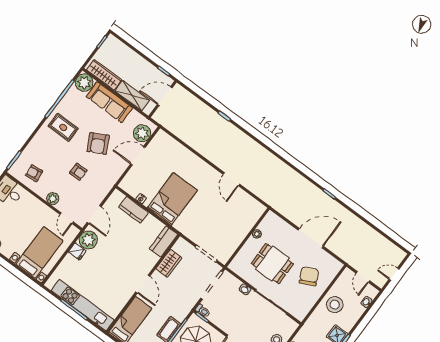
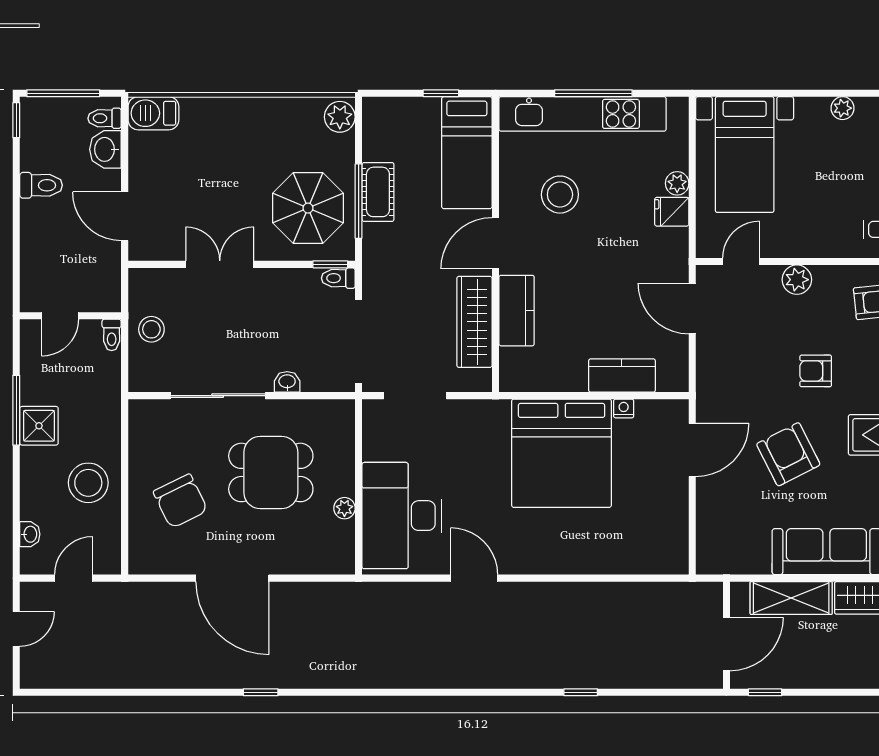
plant: (142, 133) -> (717, 538), removed
door: (138, 156) -> (692, 450), moved
armchair: (78, 172) -> (816, 371), moved
bed: (172, 199) -> (562, 453), width x1.36
desk: (240, 217) -> (402, 516), added
door: (67, 218) -> (741, 262), hinge flipped
door: (311, 238) -> (232, 578), hinge flipped
plant: (88, 240) -> (677, 183), moved, width x0.53, depth x0.53
kitchen counter: (164, 242) -> (517, 311), moved
wardrobe: (169, 263) -> (474, 322), width x1.50
door: (363, 277) -> (74, 578), hinge flipped
stool: (110, 284) -> (560, 195), added
door: (143, 284) -> (495, 243), hinge flipped

